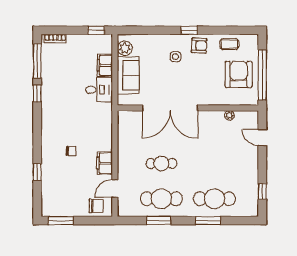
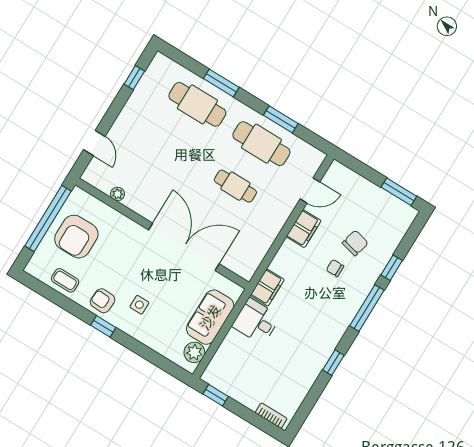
window: (37, 61) -> (367, 308), moved
filing cabinet: (105, 65) -> (267, 287), moved
chair: (96, 206) -> (355, 243), moved, turned 104

